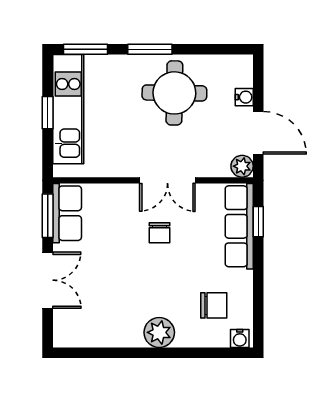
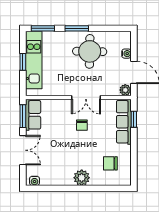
chair: (214, 305) -> (110, 163), turned 180
water cooler: (240, 338) -> (34, 181), moved

